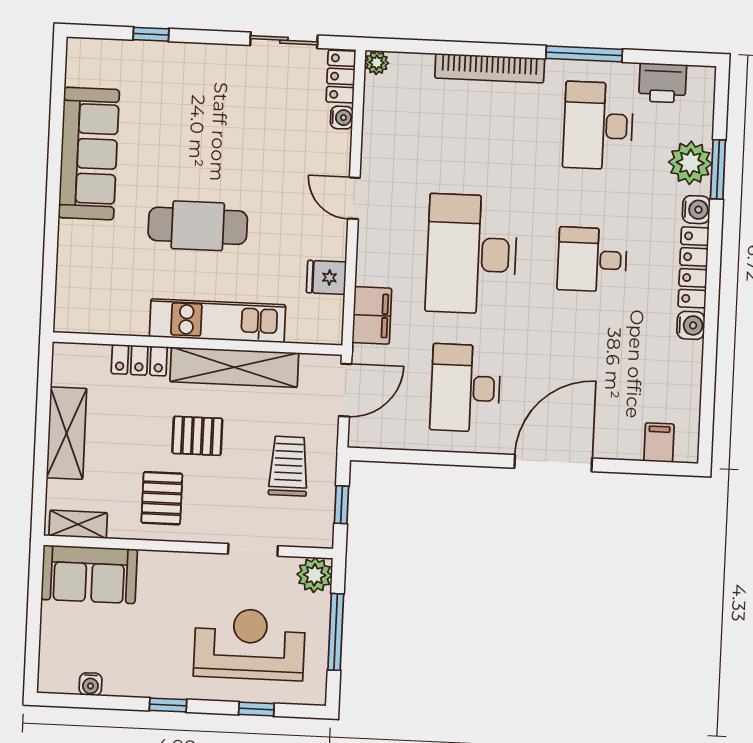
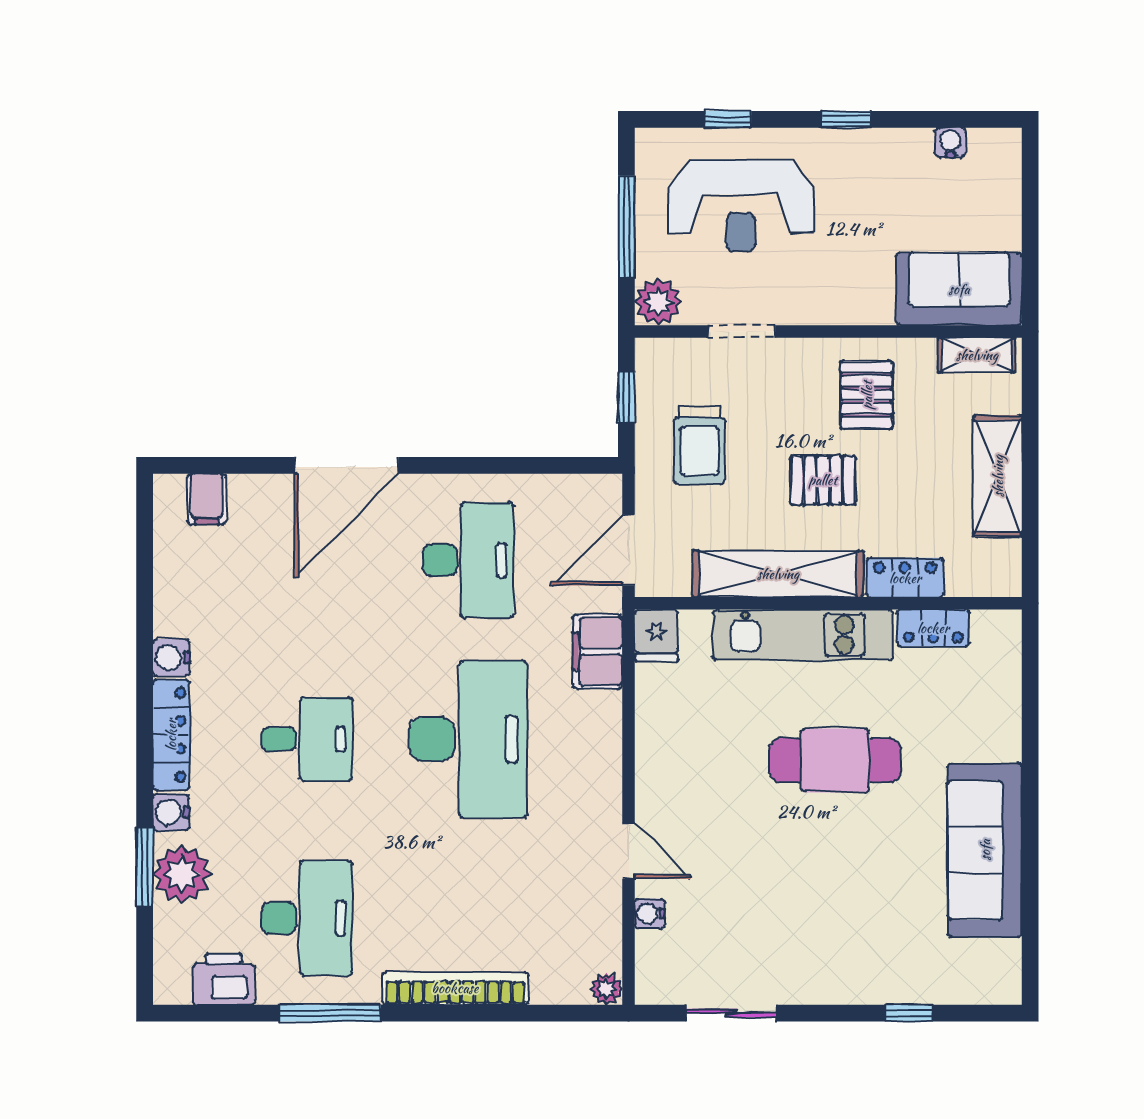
locker: (341, 76) -> (933, 628), moved, turned 90
door: (354, 198) -> (629, 851), moved
fridge: (326, 277) -> (656, 635), moved, turned 90

